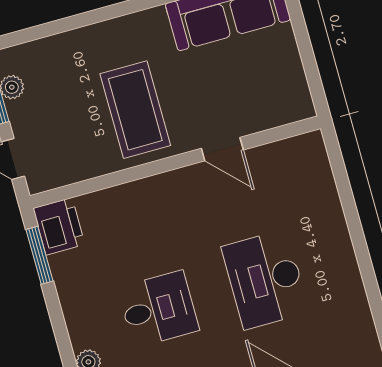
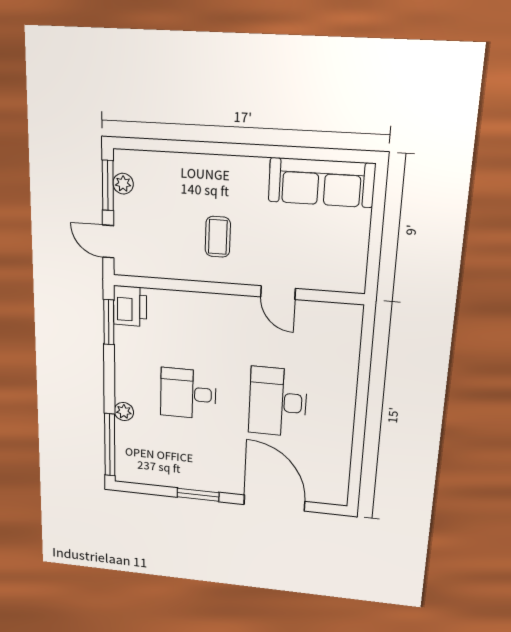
coffee table: (135, 110) -> (218, 237), width x0.54, depth x0.58
desk: (158, 309) -> (188, 394), turned 180

